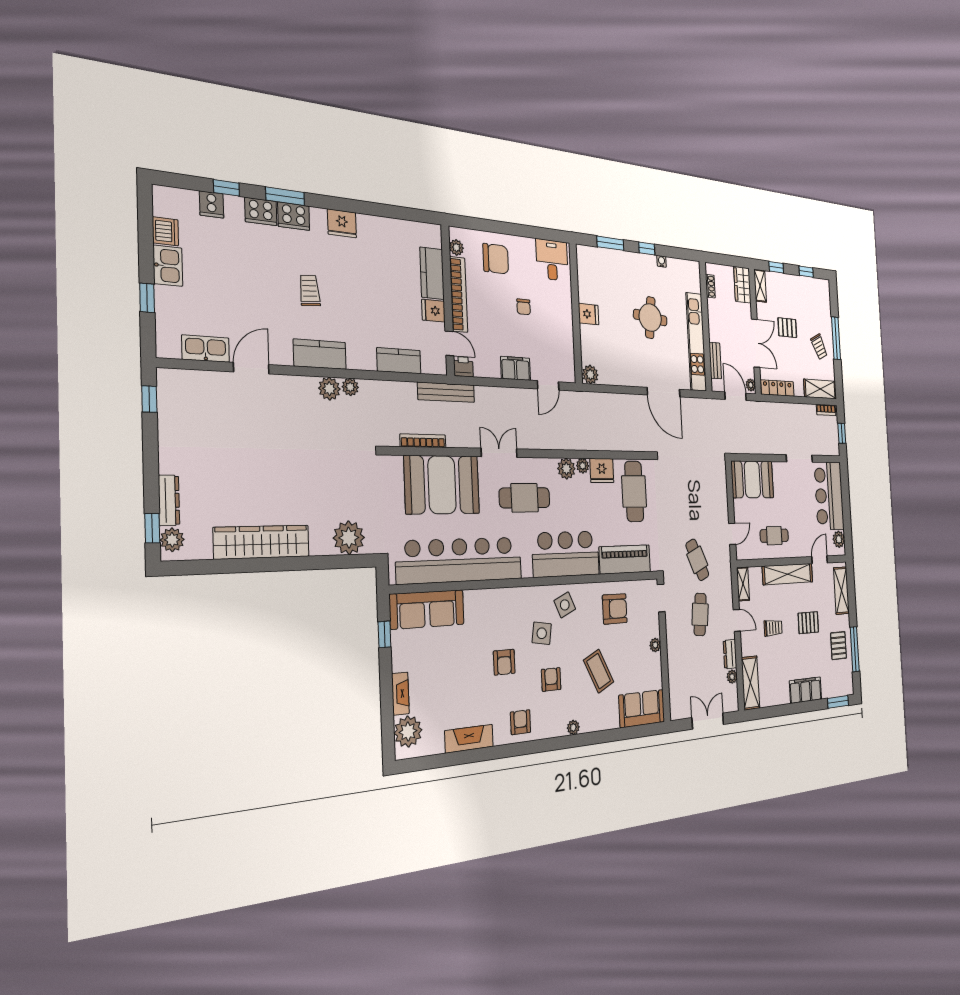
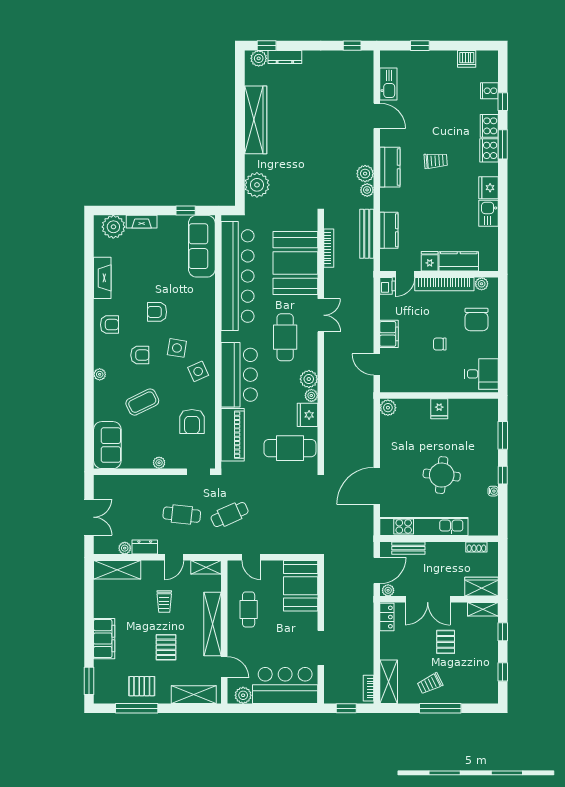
kitchen sink: (168, 266) -> (489, 213), moved, turned 90
locker: (777, 388) -> (387, 617), width x0.66
bench: (446, 392) -> (367, 234), moved

